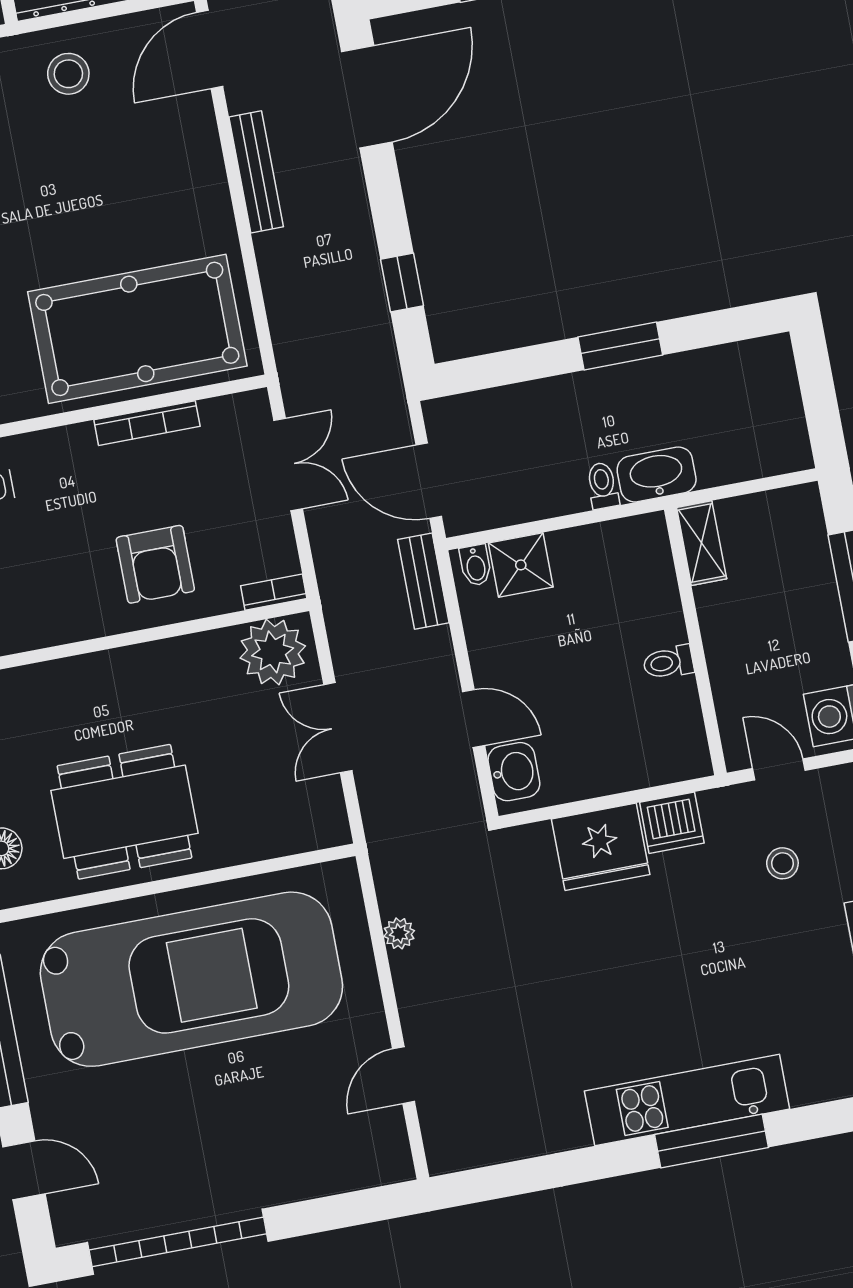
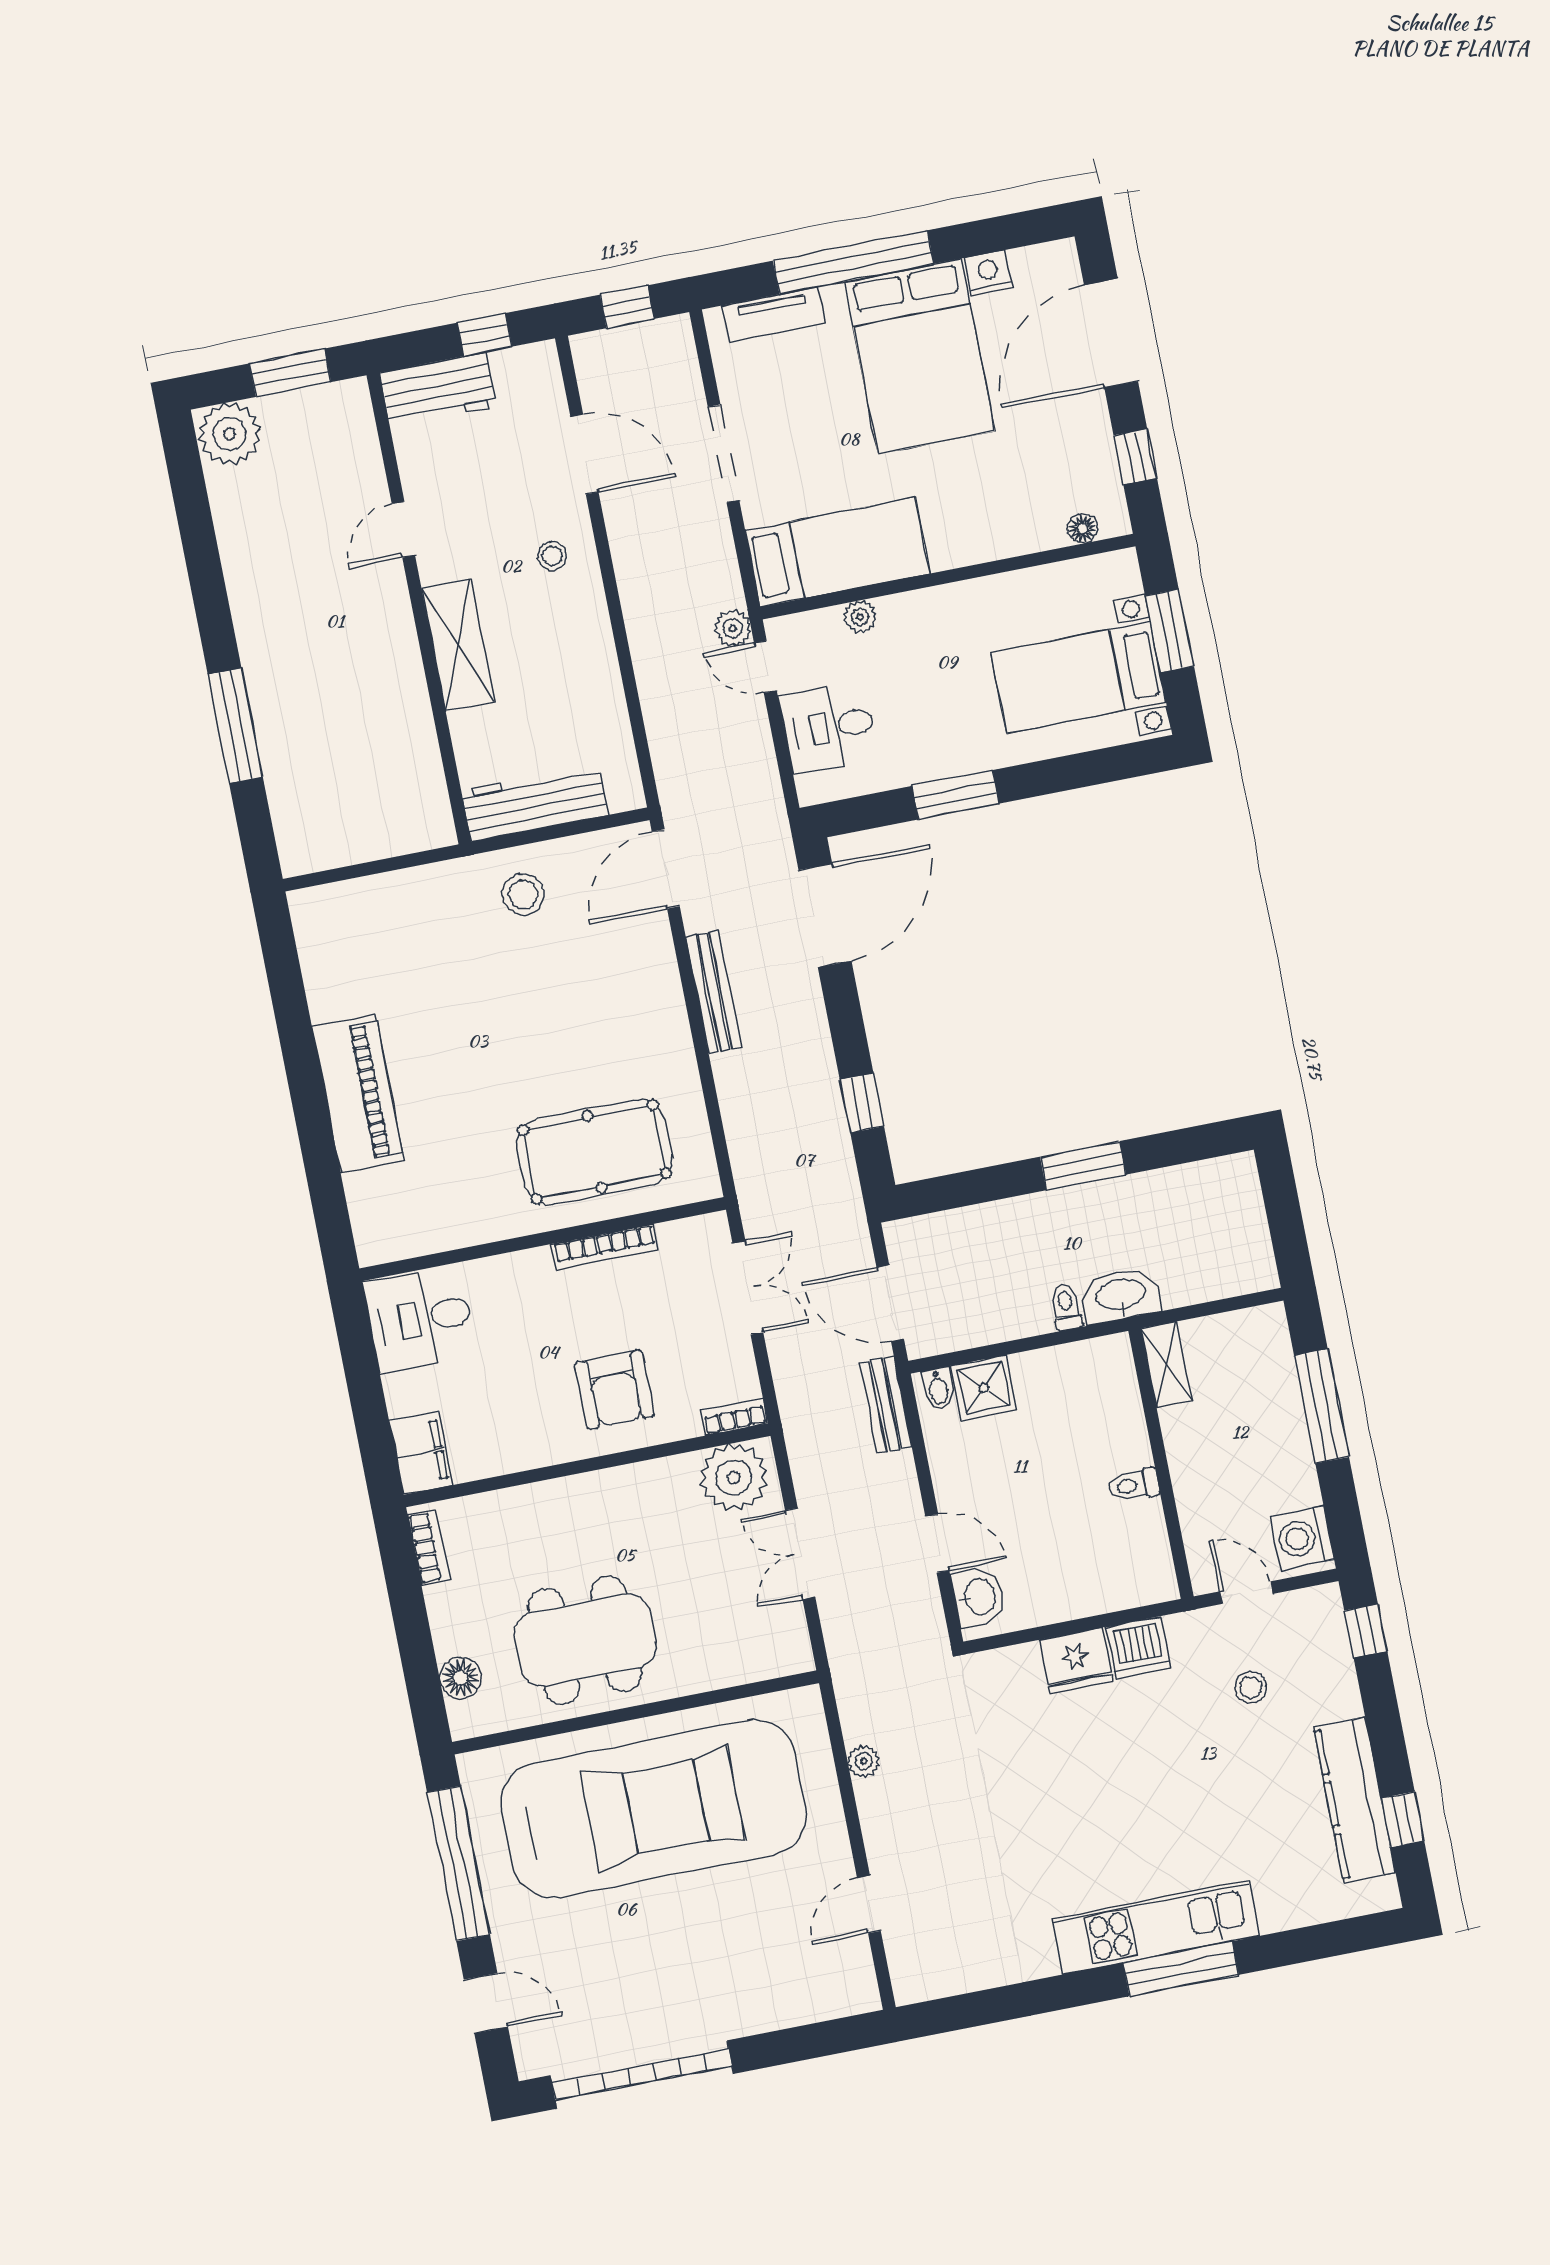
pool table: (137, 329) -> (595, 1152), width x0.73, depth x0.76
fridge: (601, 847) -> (1076, 1661), width x0.73, depth x0.75

